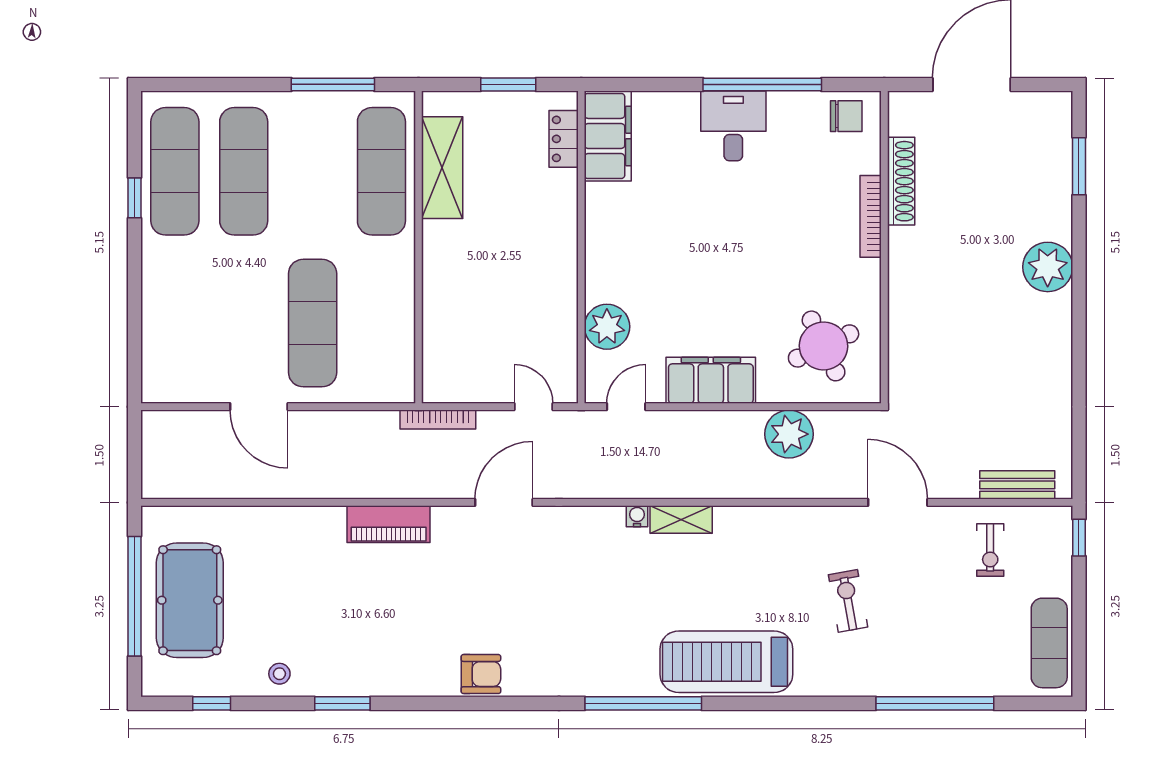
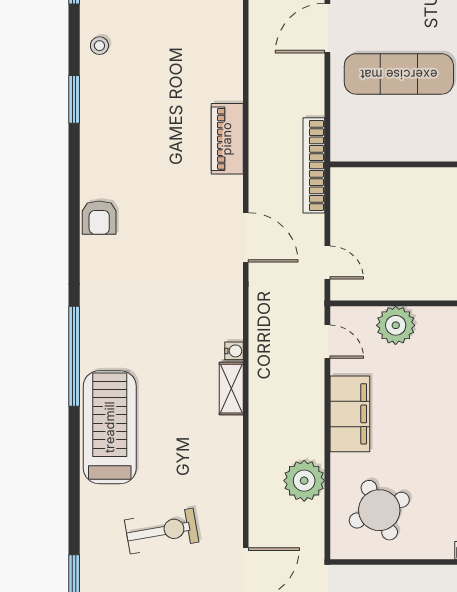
door: (534, 407) -> (327, 263), hinge flipped
bookcase: (438, 420) -> (314, 165), width x1.48, depth x1.31
exercise bike: (848, 601) -> (162, 531), width x1.38, depth x1.39

